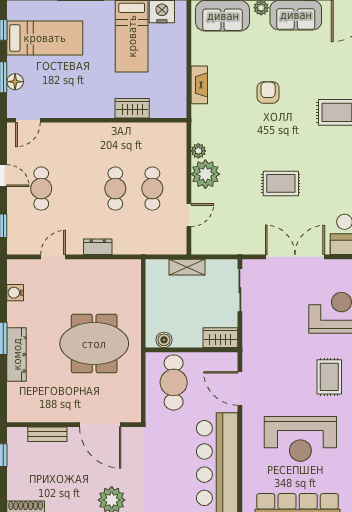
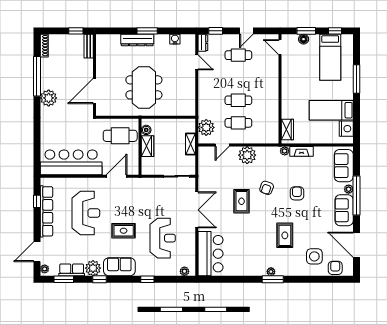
armchair: (268, 92) -> (297, 193), turned -90
wardrobe: (132, 108) -> (287, 130), moved
armchair: (259, 142) -> (267, 188), added
plant: (198, 151) -> (285, 151), moved
door: (189, 215) -> (222, 145), hinge flipped
plant: (160, 241) -> (206, 127), added
dresser: (98, 247) -> (203, 43), moved
wardrobe: (220, 338) -> (148, 146), moved
bench: (47, 434) -> (89, 46), moved
reception desk: (300, 439) -> (86, 213), turned 180

